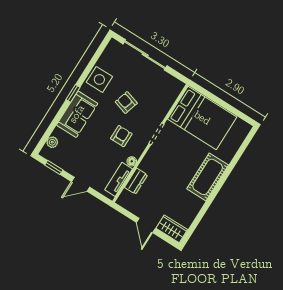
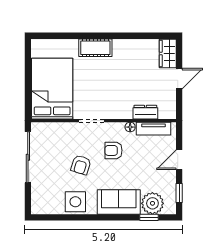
sliding door: (145, 55) -> (28, 157), moved
window: (73, 93) -> (149, 217), moved
plant: (52, 142) -> (152, 203), width x1.88, depth x1.88
cot: (208, 177) -> (95, 48), width x0.73, depth x0.75
door: (81, 184) -> (179, 160), swing flipped

